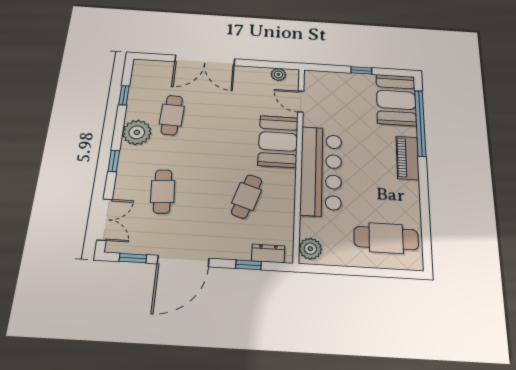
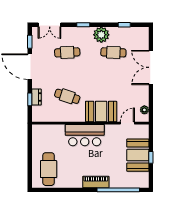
booth: (396, 100) -> (138, 155), moved, turned 90
bar counter: (321, 171) -> (85, 135), width x0.73
plant: (310, 249) -> (40, 130), removed
dresser: (268, 253) -> (36, 97), moved

